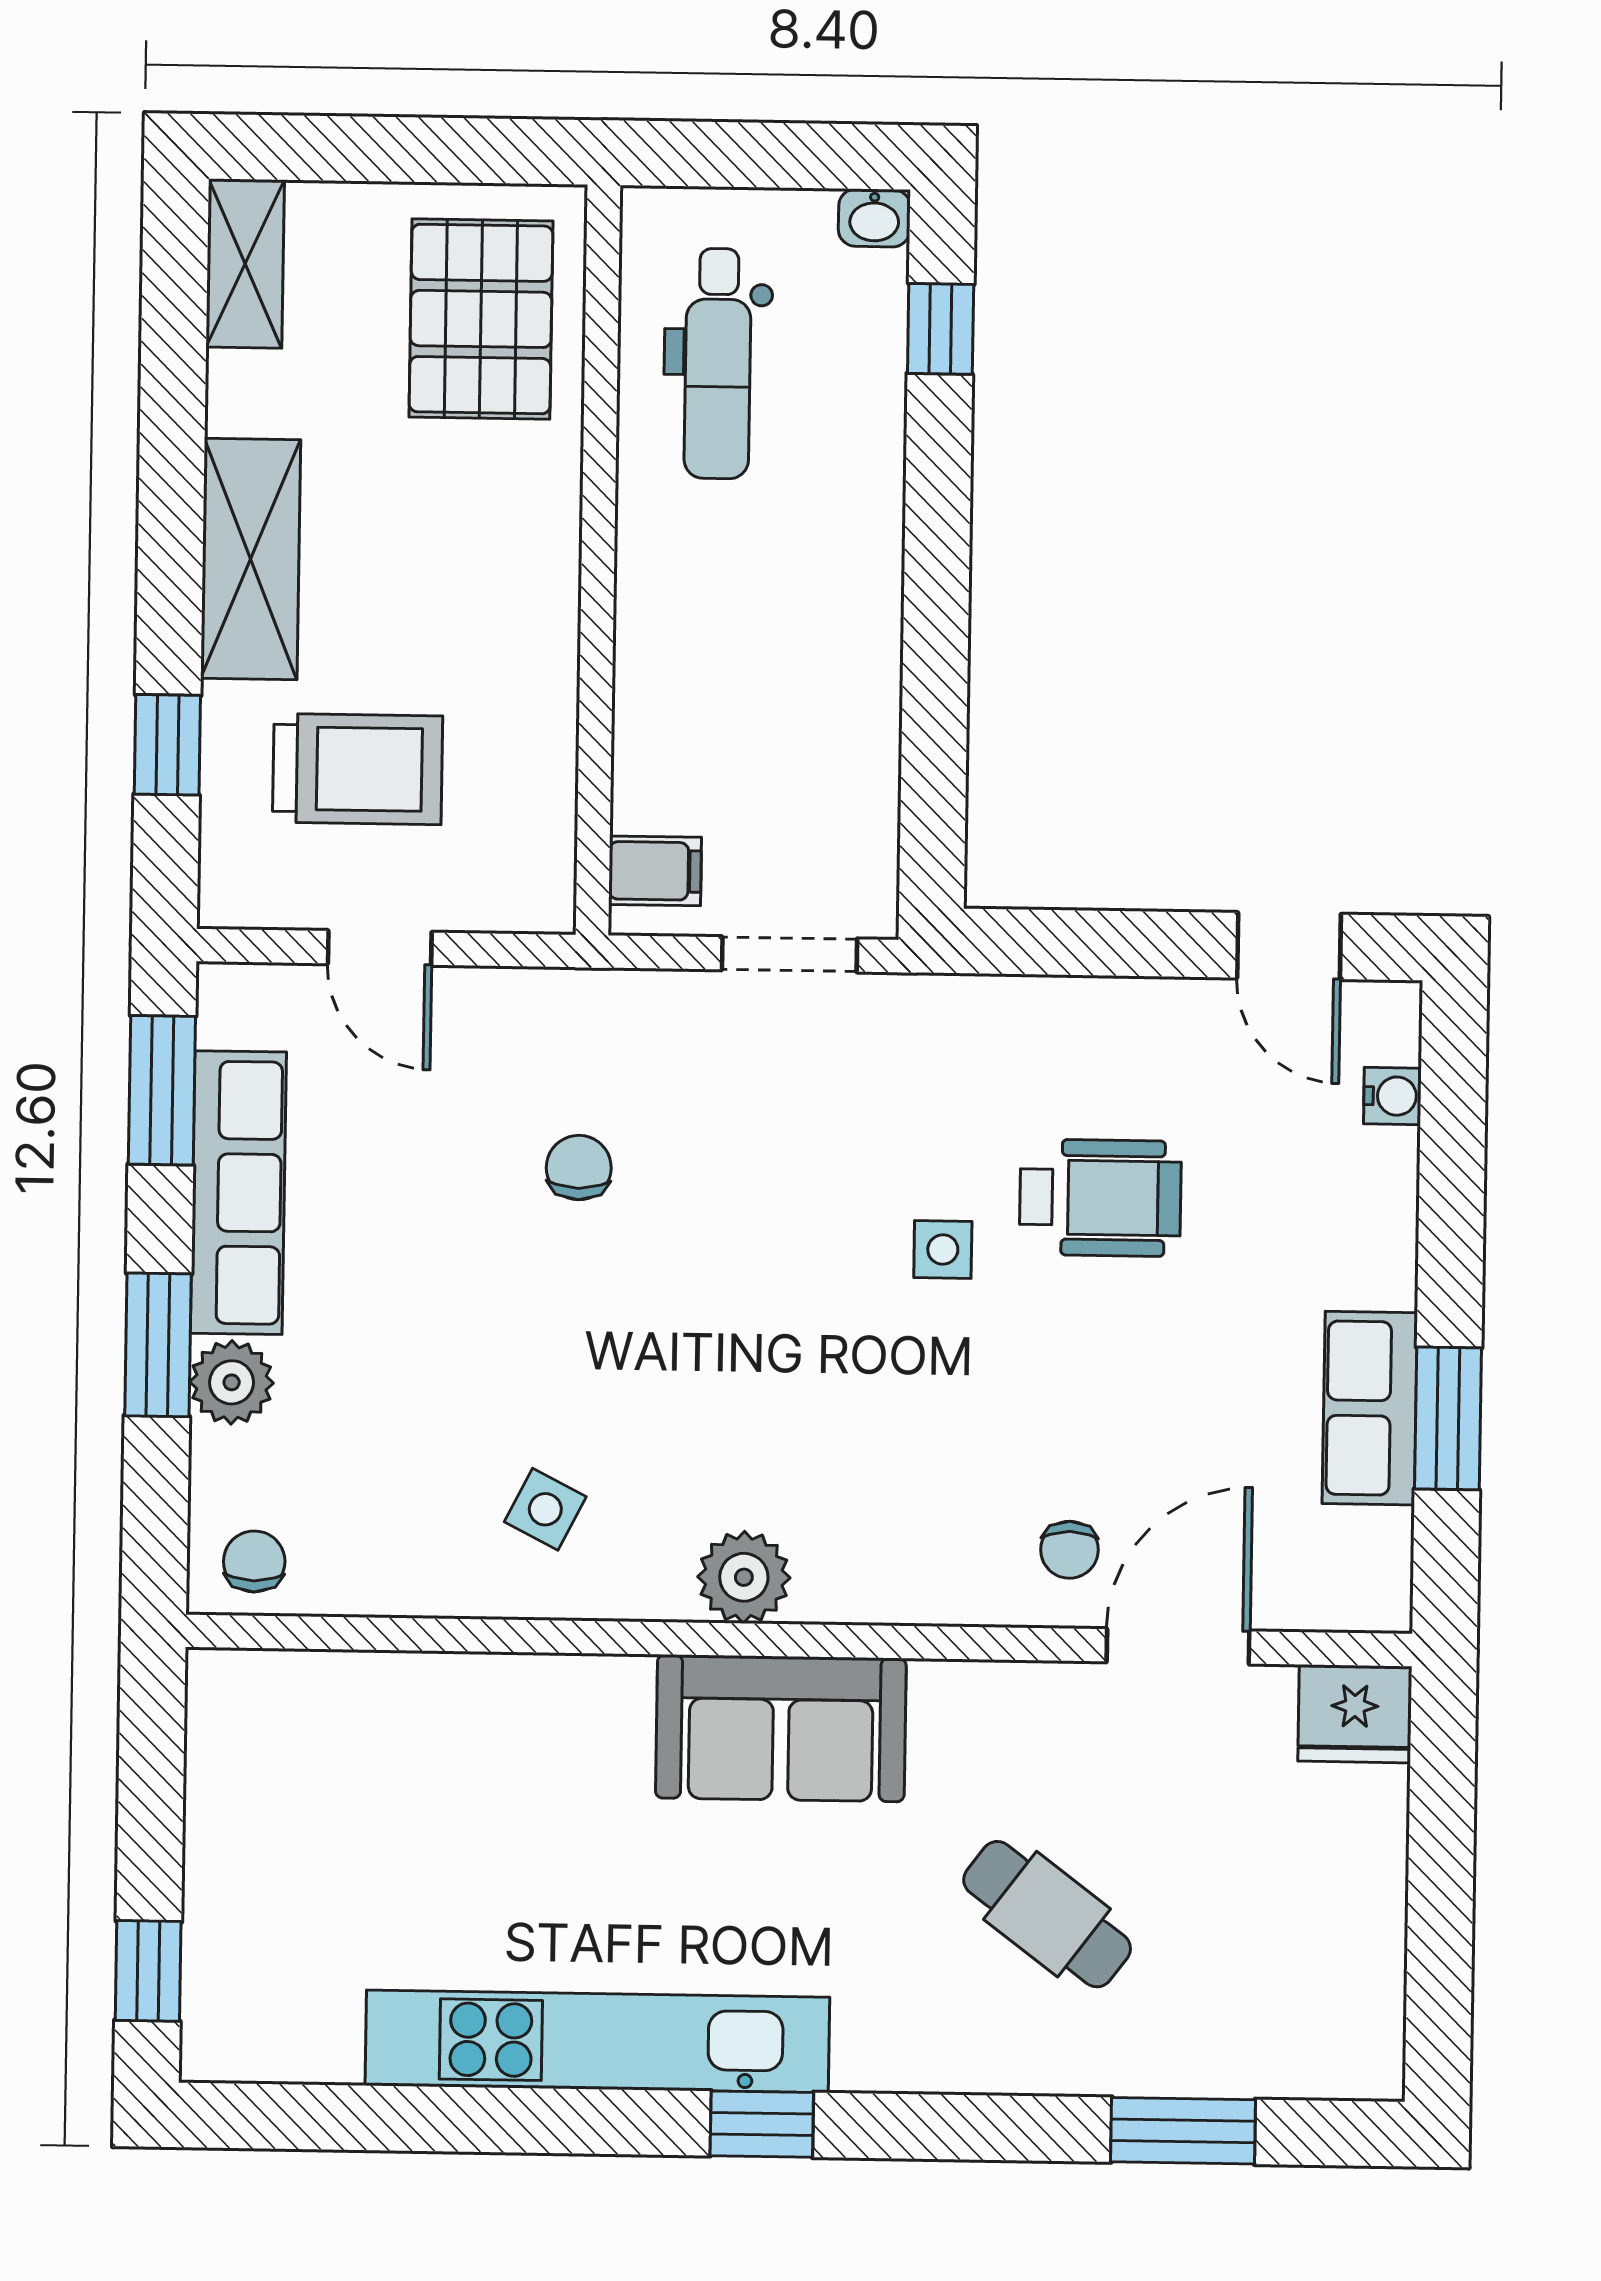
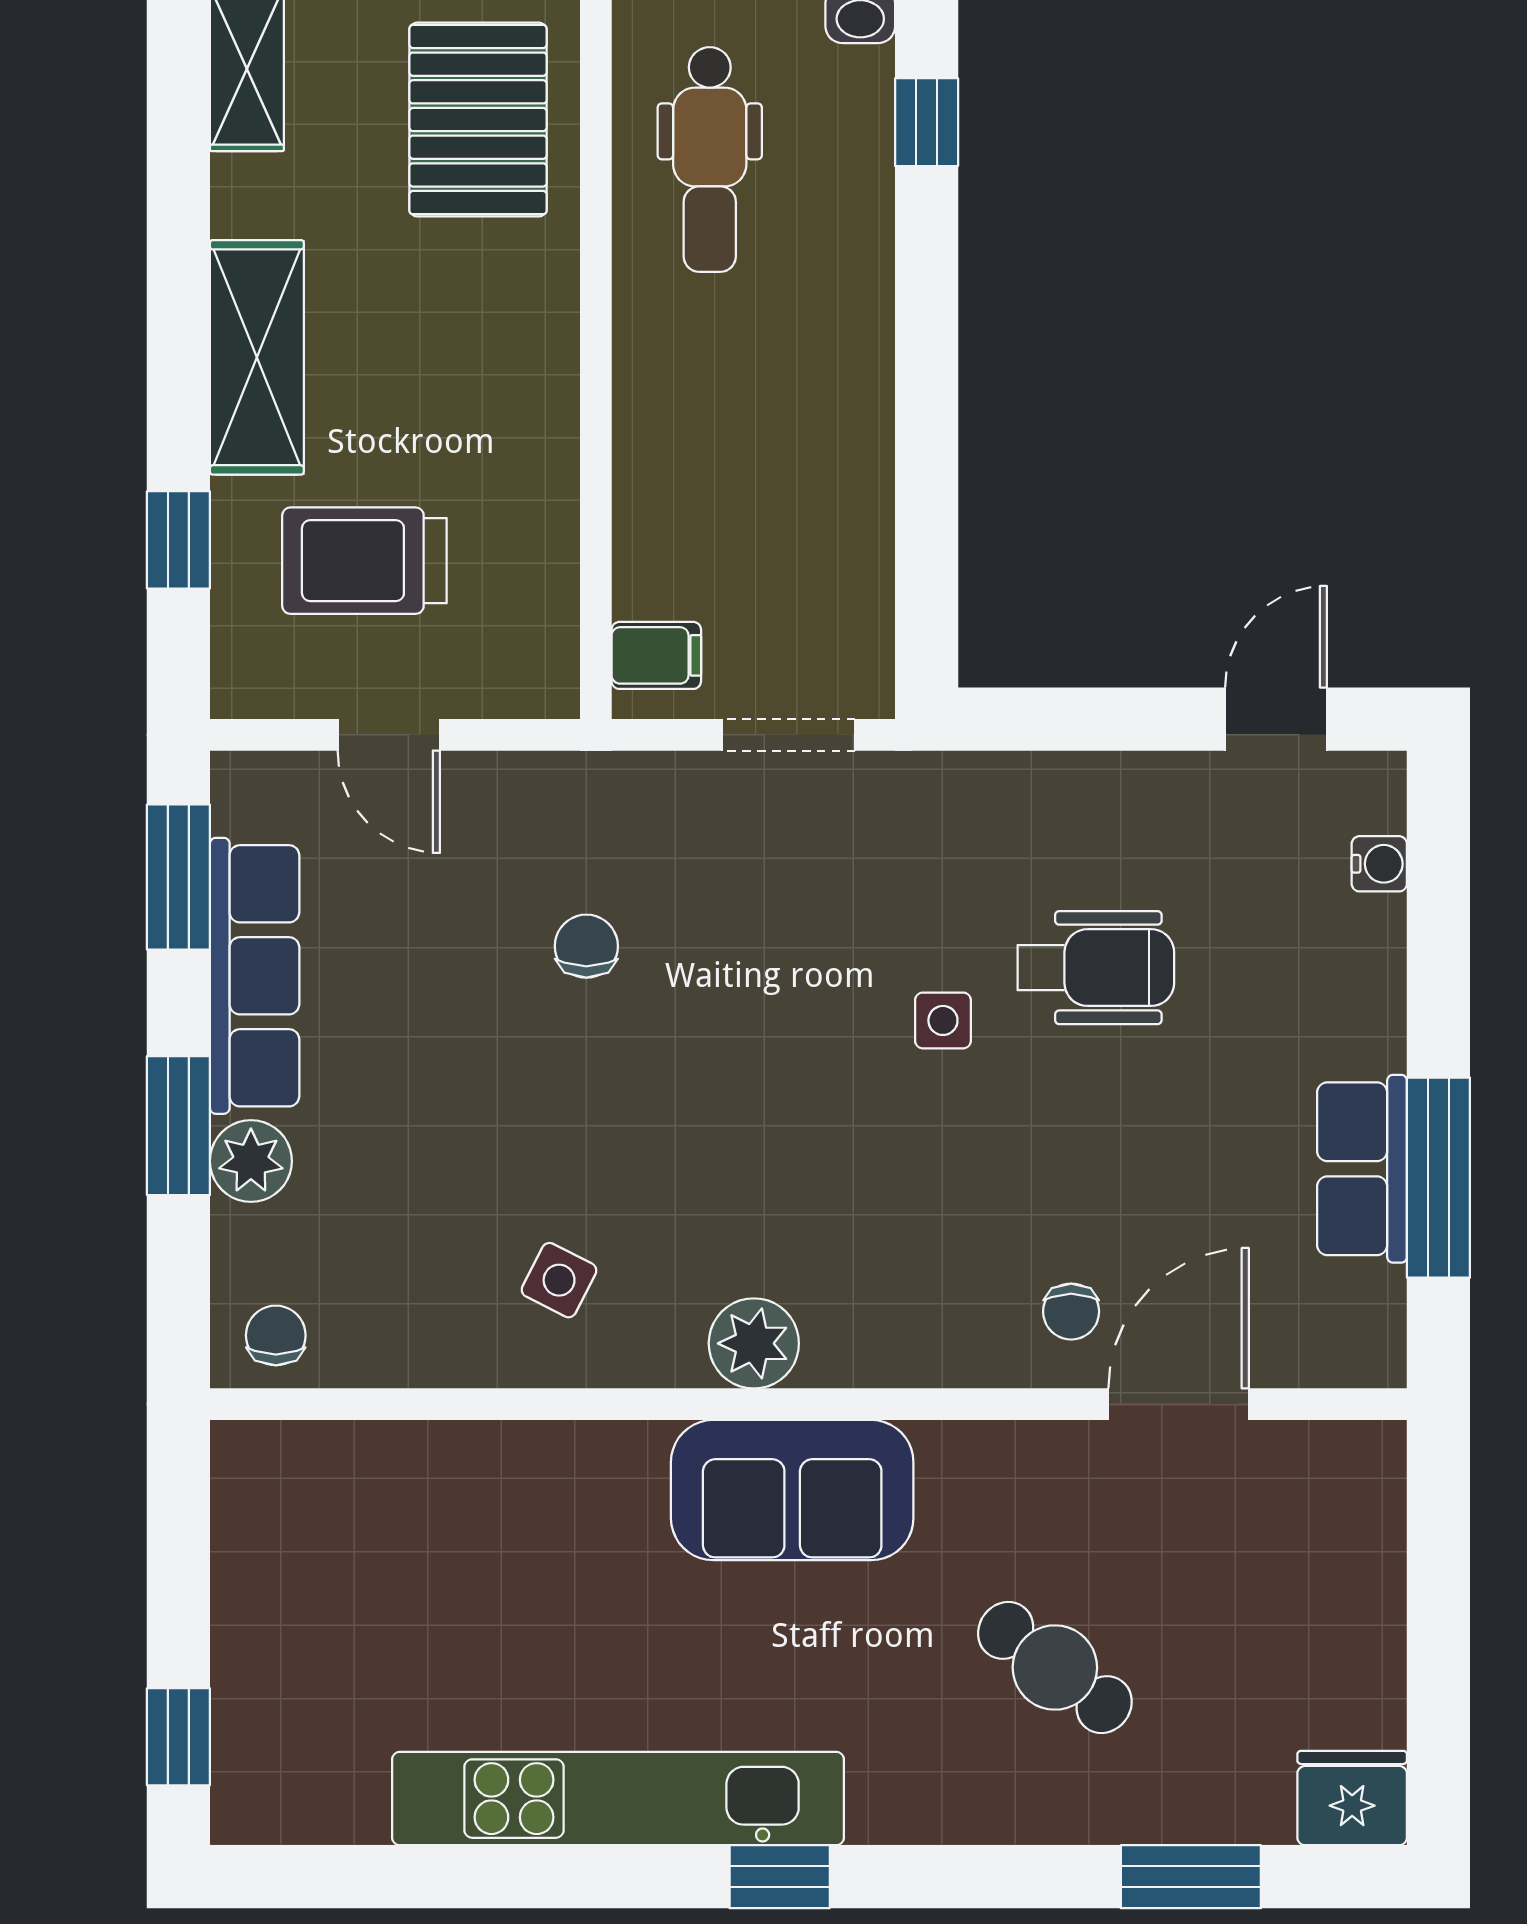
trolley: (358, 769) -> (364, 561), turned 180
door: (1289, 946) -> (1276, 719), swing flipped
window: (1448, 1418) -> (1438, 1178), width x1.44
fridge: (1355, 1714) -> (1352, 1798), moved, turned 180

